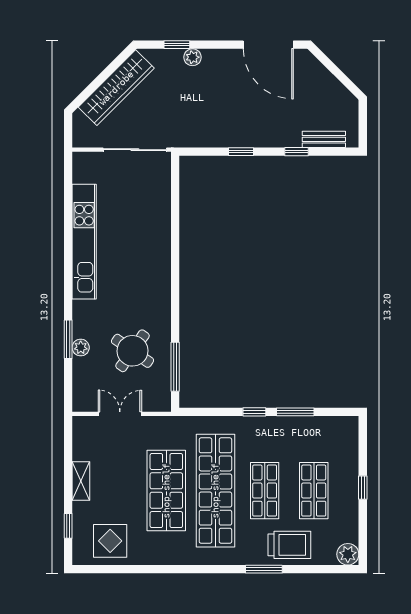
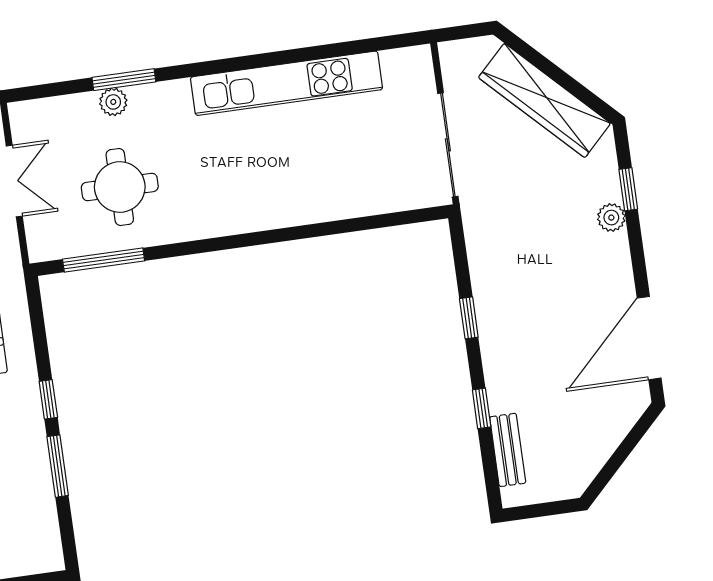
round table: (132, 351) -> (120, 187), turned -35

